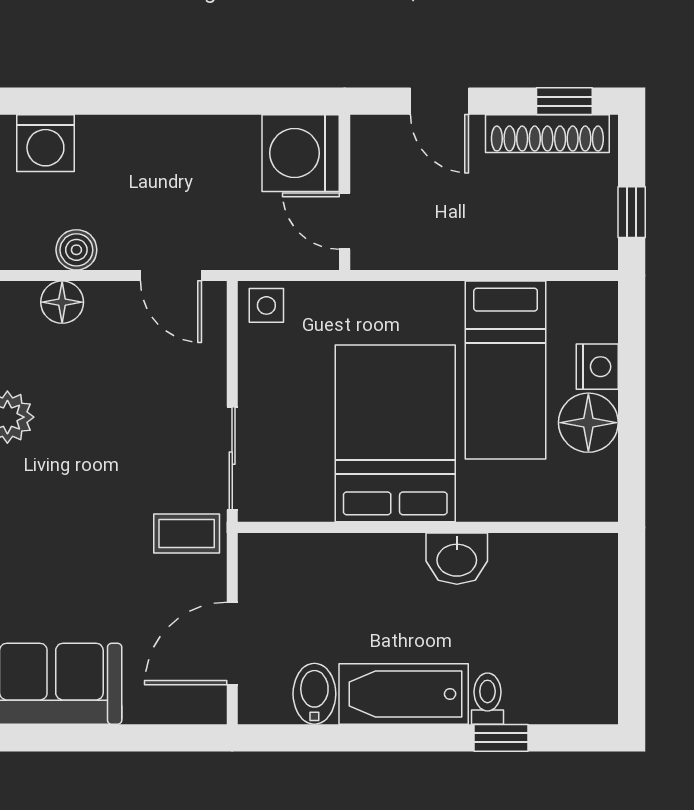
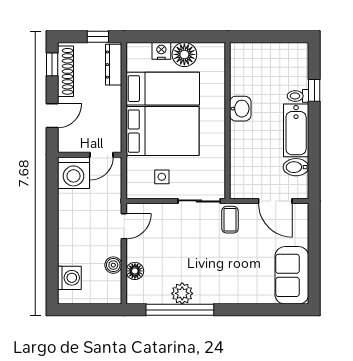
dresser: (564, 251) -> (114, 65), added
side table: (266, 305) -> (162, 177), moved
bed: (395, 433) -> (163, 131), moved, turned 180

